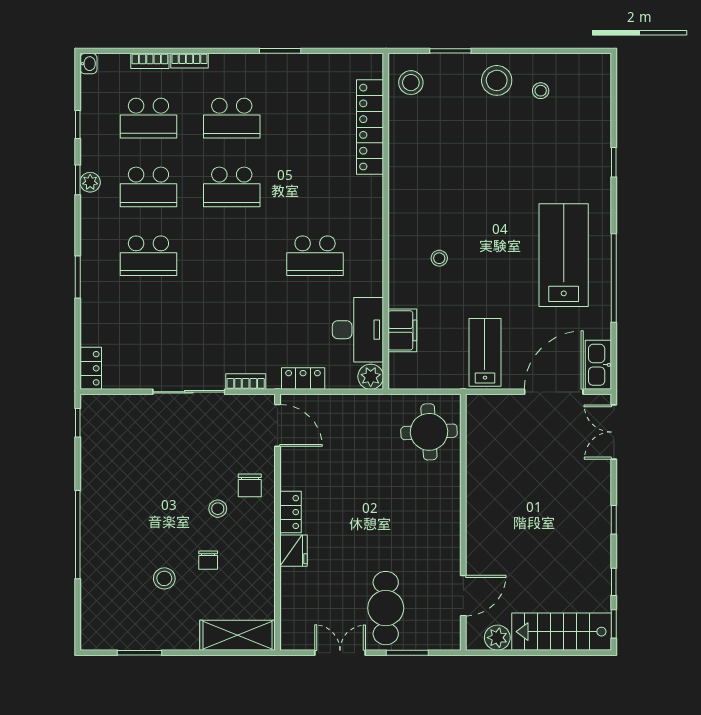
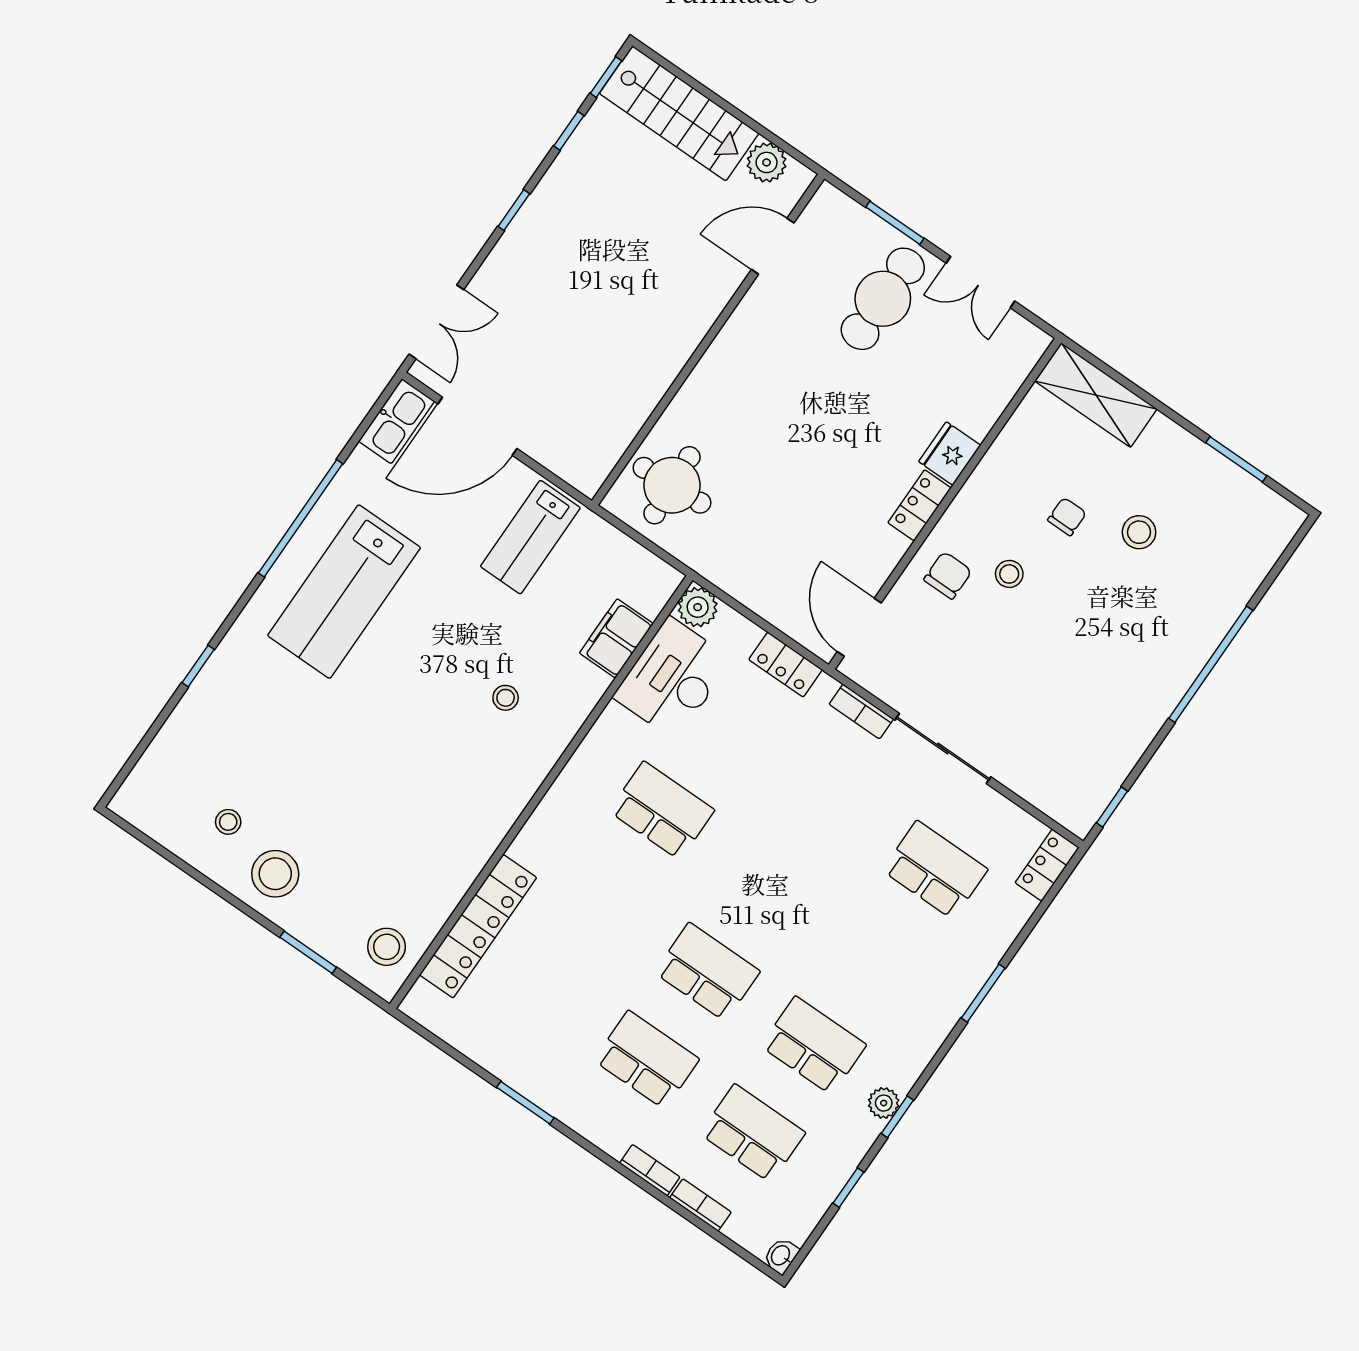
school desk: (148, 256) -> (935, 870), moved

